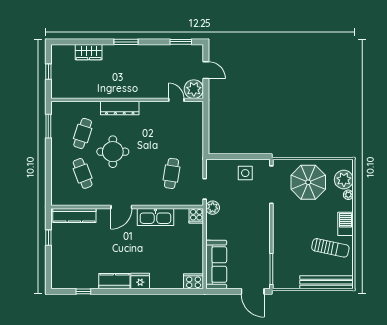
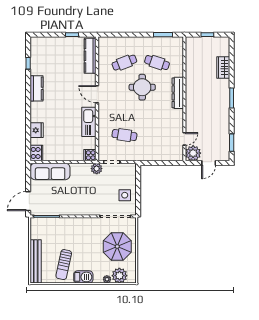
fridge: (140, 281) -> (37, 130), moved

